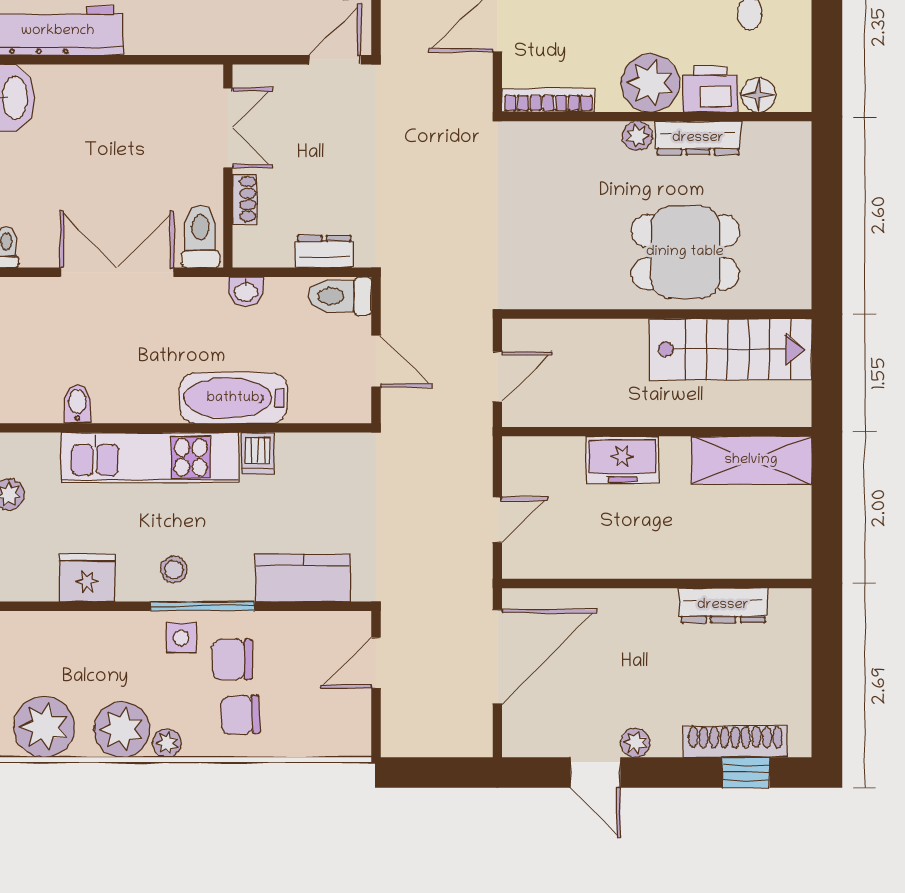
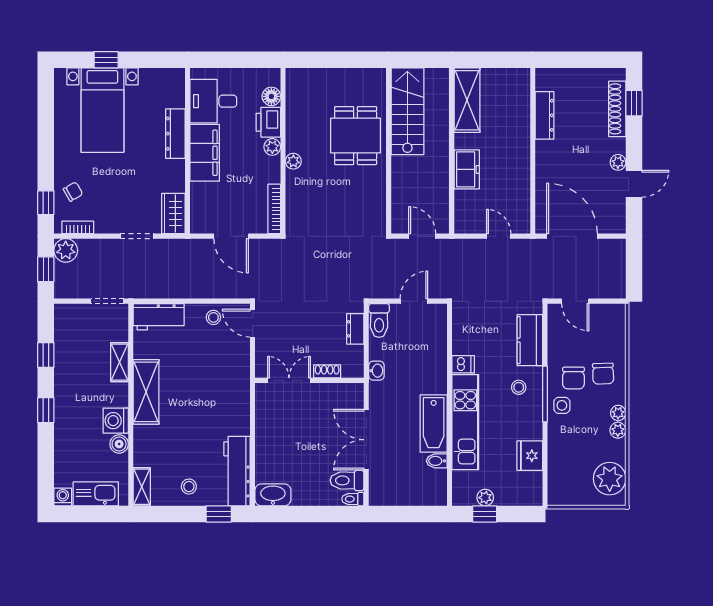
plant: (650, 83) -> (272, 147), width x0.53, depth x0.53
dresser: (698, 138) -> (294, 129), removed
toilet: (200, 236) -> (347, 480), moved
bathtub: (233, 398) -> (434, 424), moved
stool: (174, 570) -> (519, 387), moved
plant: (122, 730) -> (618, 430), width x0.53, depth x0.53

